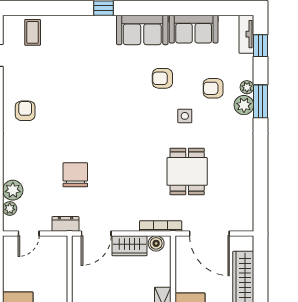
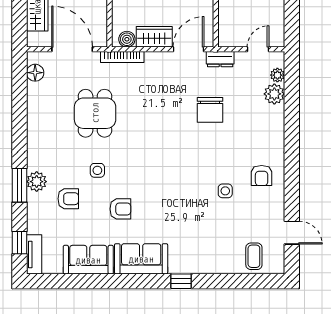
plant: (247, 87) -> (33, 200), removed
side table: (60, 96) -> (225, 191), added
floor lamp: (245, 211) -> (35, 73), added

